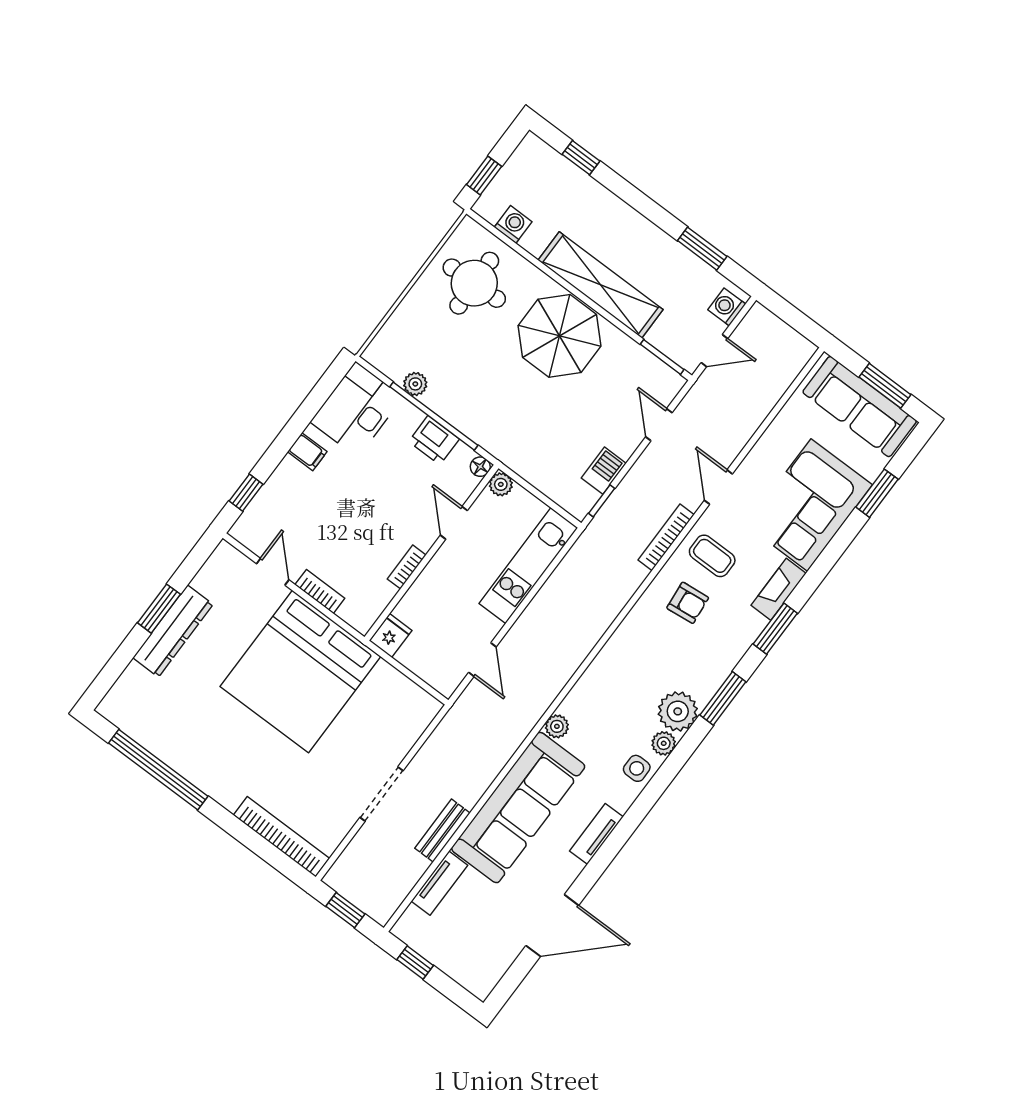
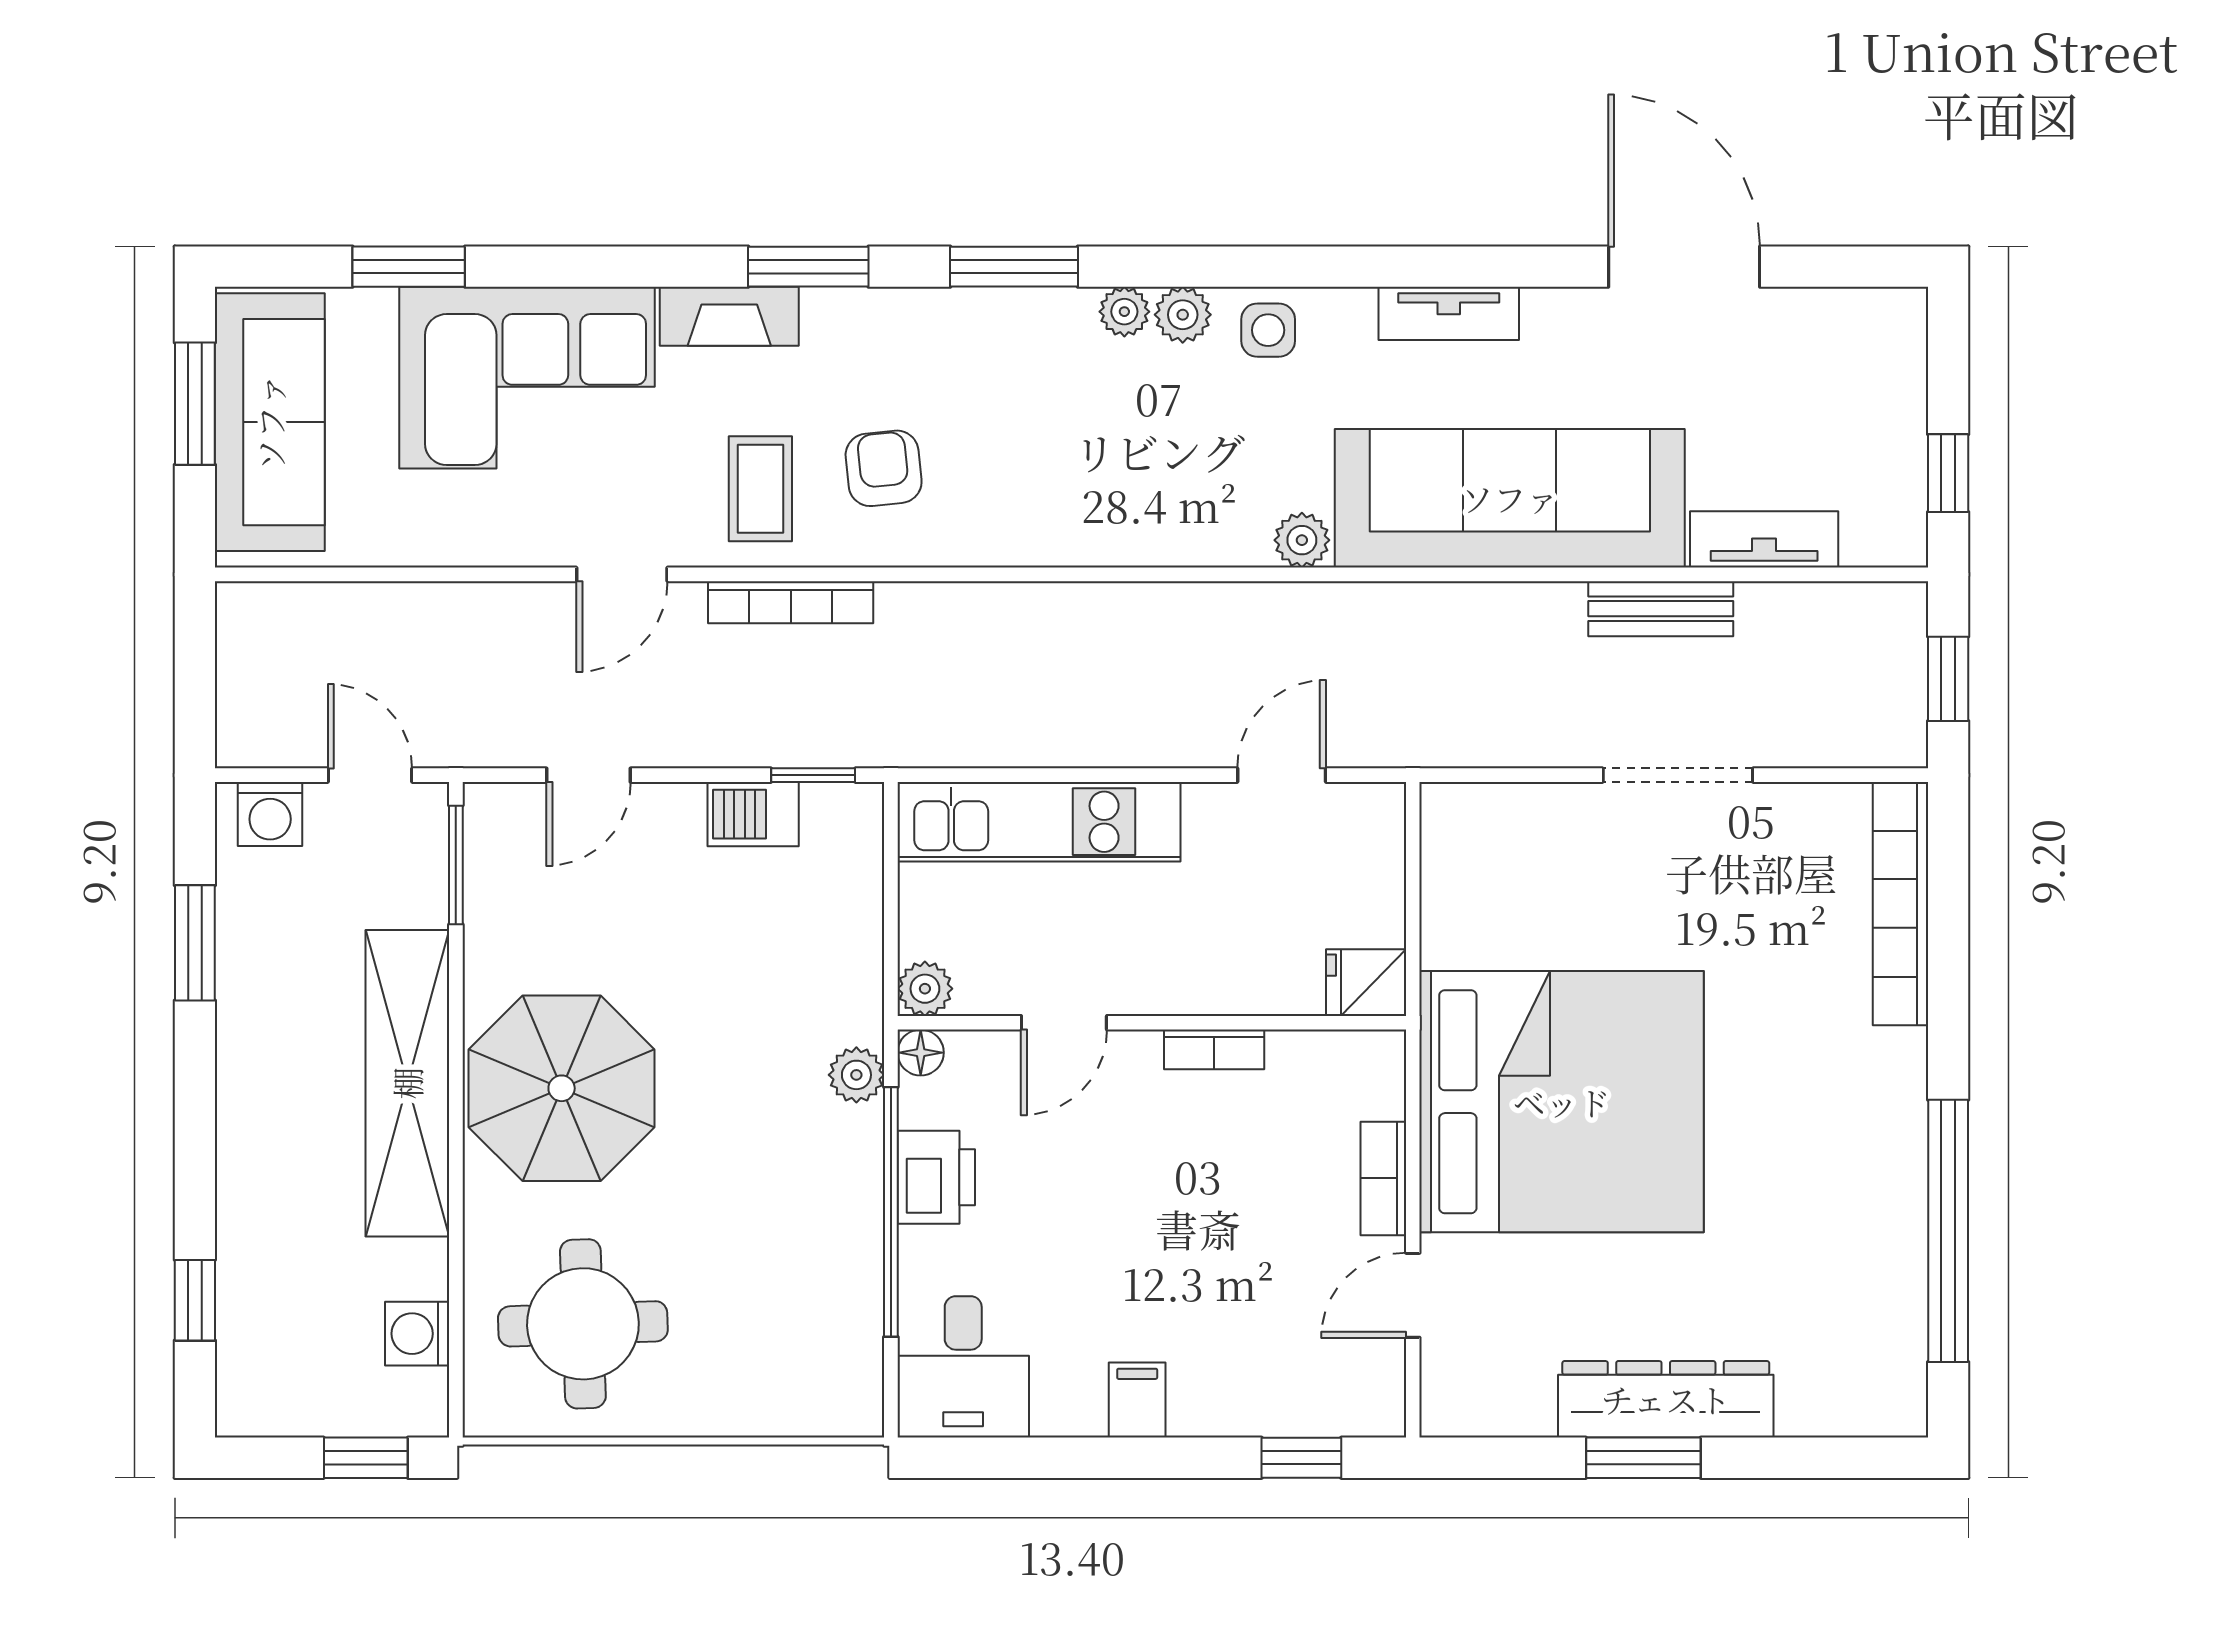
plant: (415, 384) -> (856, 1075), moved
desk: (357, 409) -> (963, 1367), width x0.73
plant: (678, 711) -> (1124, 312), width x0.53, depth x0.53

